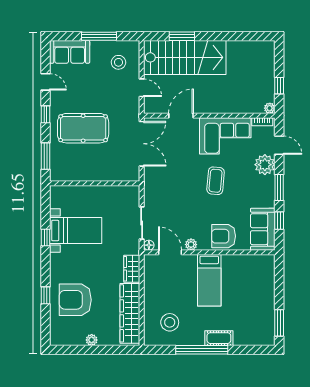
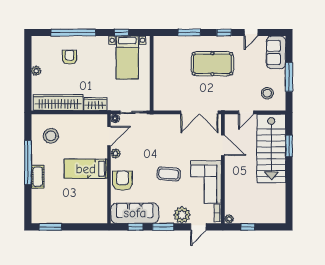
pool table: (83, 128) -> (212, 64), turned 90
wall: (95, 183) -> (152, 73), moved
sofa: (263, 229) -> (135, 213), width x1.36
window: (46, 295) -> (73, 32), width x3.17
armchair: (75, 300) -> (70, 57), width x0.53, depth x0.53

